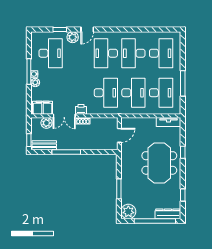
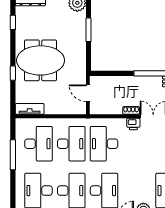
desk: (133, 93) -> (71, 144), turned 180
desk: (161, 93) -> (38, 144), turned 180
door: (119, 135) -> (88, 93), hinge flipped
meeting table: (159, 163) -> (41, 60), turned 90

